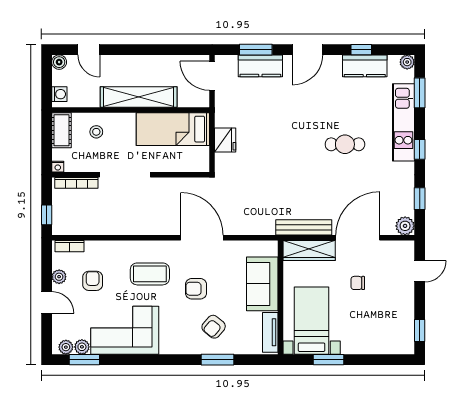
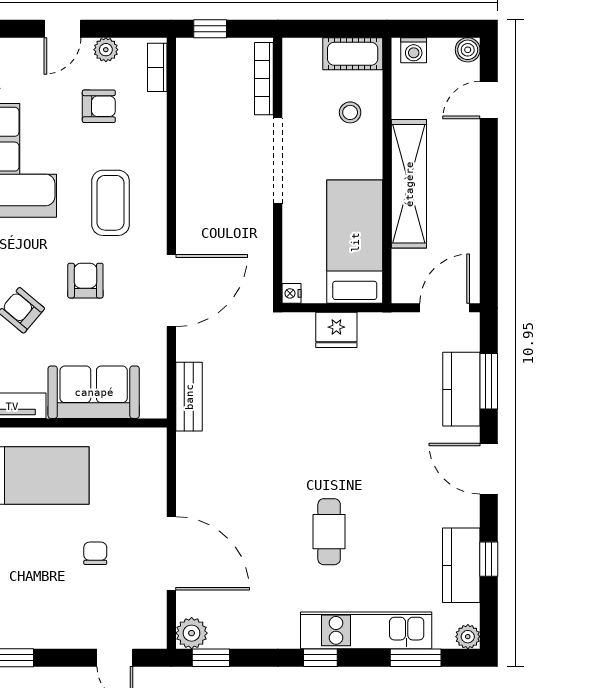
nightstand: (58, 167) -> (291, 293), moved
window: (420, 199) -> (211, 658), moved
bench: (304, 227) -> (189, 397), moved, width x0.73
wardrobe: (309, 251) -> (150, 471), removed

